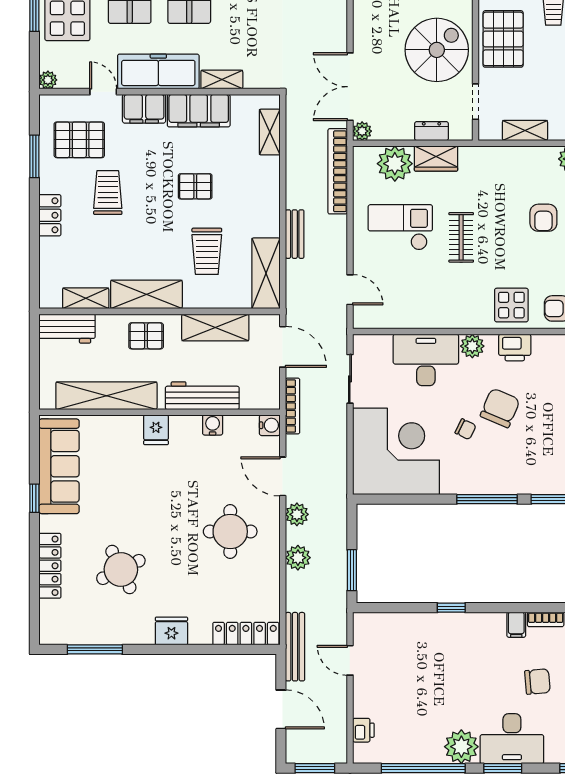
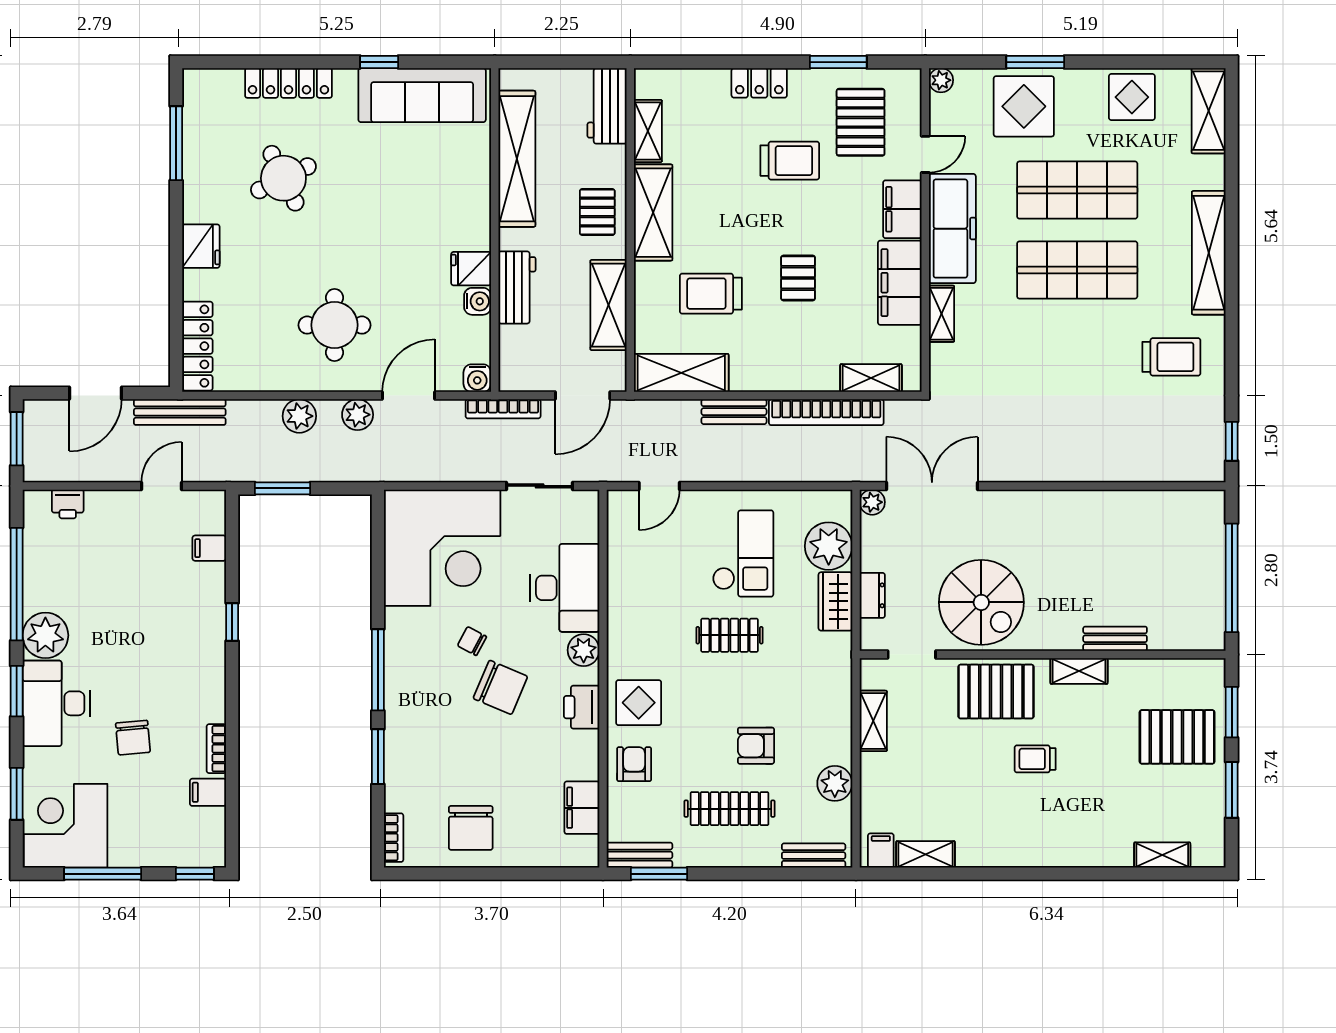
bookcase: (338, 171) -> (826, 412), moved, turned 180
workbench: (202, 396) -> (517, 287), width x0.73
chair: (466, 429) -> (472, 641), turned 92
fridge: (156, 430) -> (471, 269), moved
filing cabinet: (516, 625) -> (209, 548), moved

